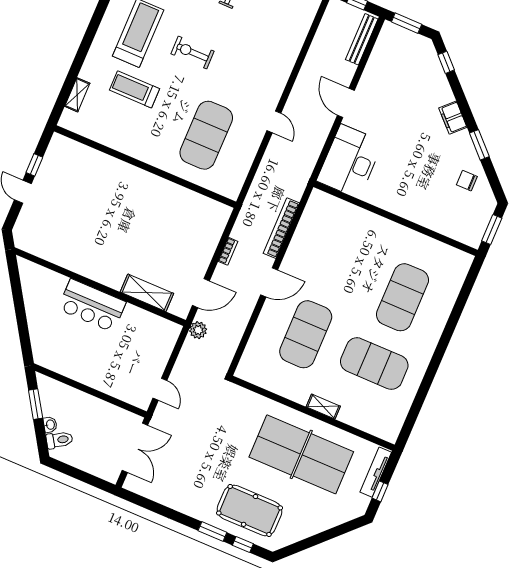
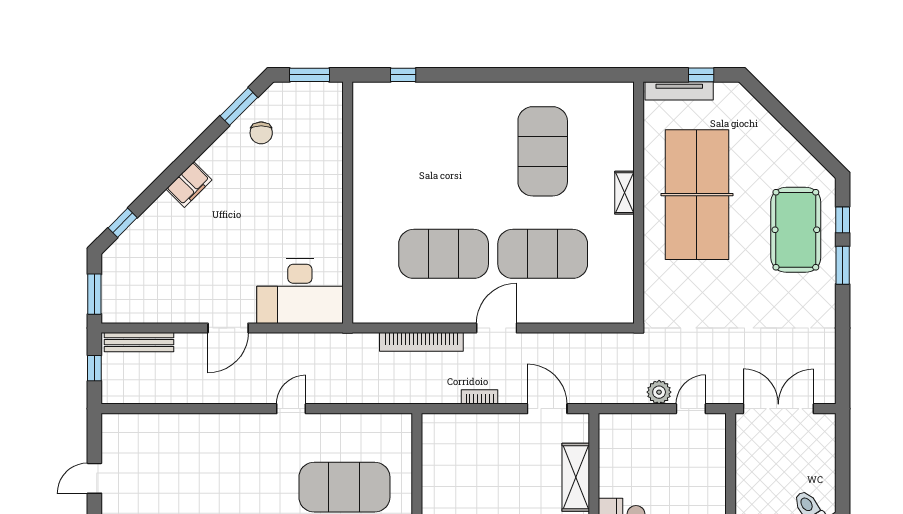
window: (479, 145) -> (239, 107), moved
door: (269, 282) -> (497, 328), hinge flipped
window: (465, 292) -> (403, 75), added
exercise mat: (402, 297) -> (444, 254), moved
plant: (198, 330) -> (659, 392), moved

